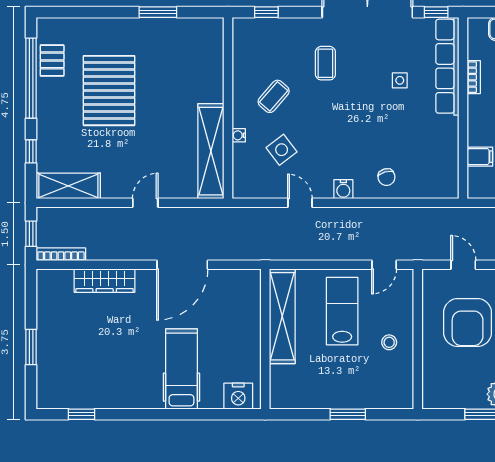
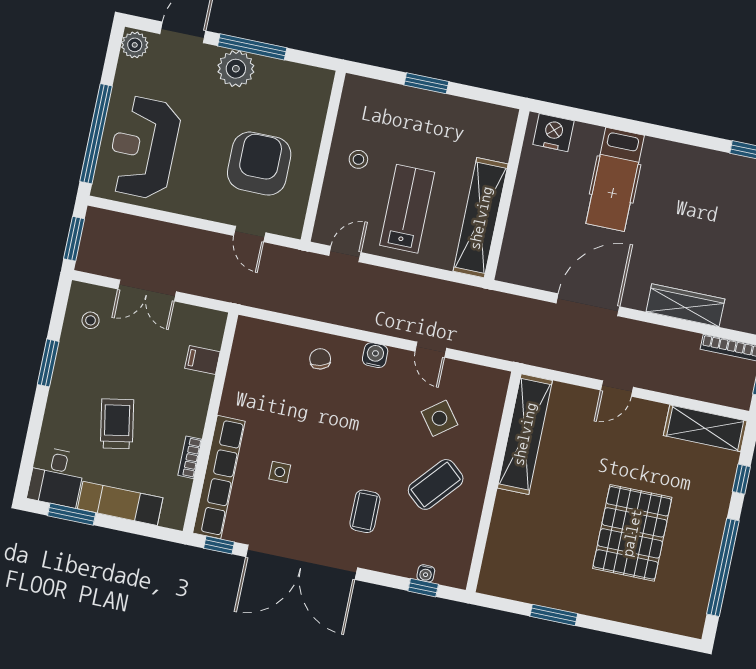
pallet: (52, 60) -> (693, 583), removed
coffee table: (274, 96) -> (436, 484), width x1.36, depth x1.30
water cooler: (239, 135) -> (426, 573), moved, turned 90
lab bench: (342, 311) -> (407, 209), turned 180

